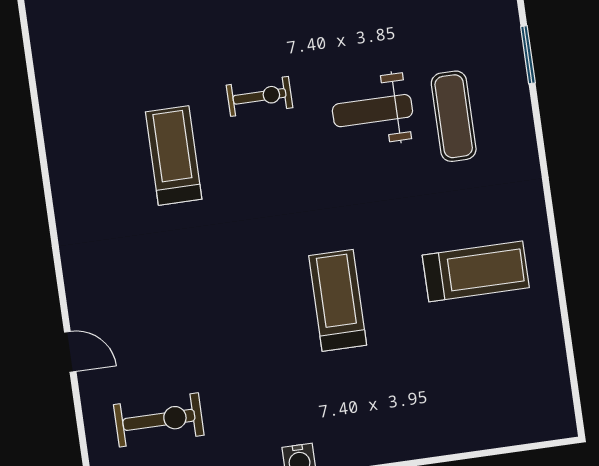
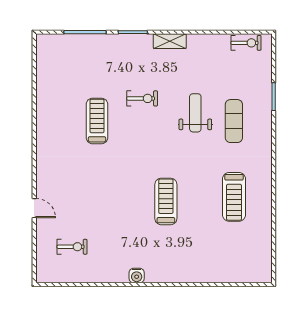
weight bench: (372, 111) -> (195, 113), turned 90
treadmill: (476, 271) -> (234, 197), turned 90
exercise bike: (159, 420) -> (72, 247), width x0.73, depth x0.72

